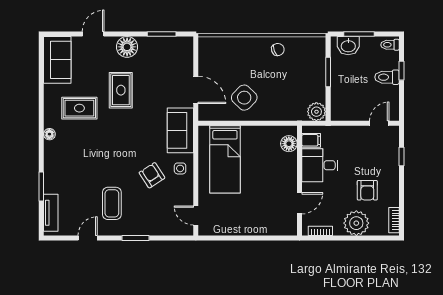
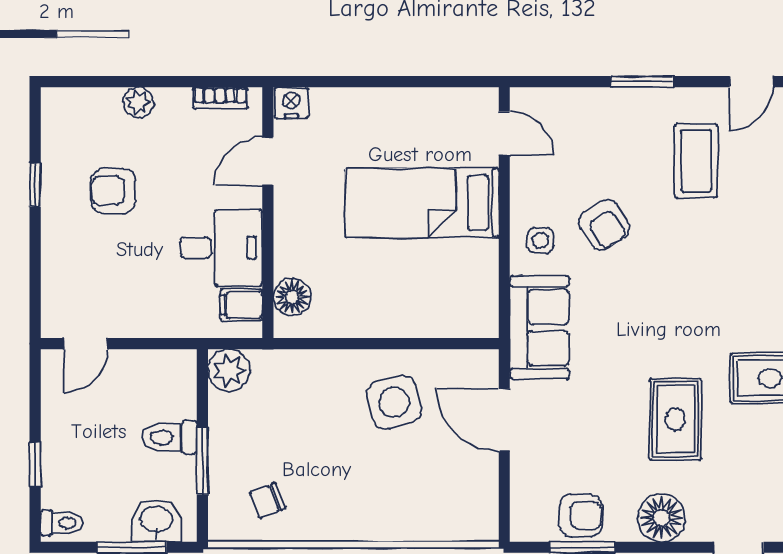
armchair: (162, 48) -> (581, 516), added
chair: (278, 50) -> (267, 501), moved
toilet: (387, 77) -> (169, 437), moved, turned 180
side table: (244, 98) -> (394, 402), turned 32
window: (401, 157) -> (35, 185), moved
bed: (225, 159) -> (422, 203), moved, turned -90
armchair: (367, 190) -> (113, 191), turned -90
bookcase: (394, 220) -> (52, 123), removed
plant: (356, 223) -> (138, 102), width x0.53, depth x0.53
nightstand: (289, 229) -> (291, 103), added

